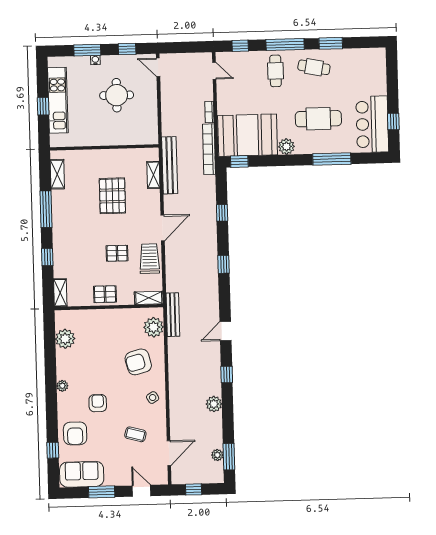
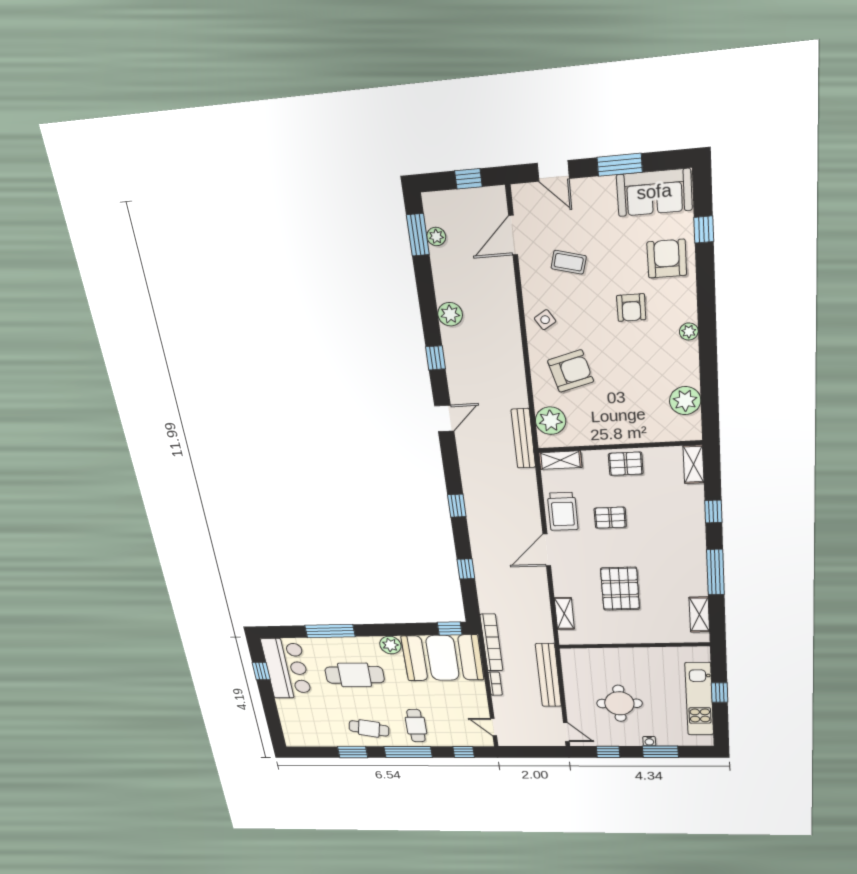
bench: (170, 165) -> (548, 675), moved

